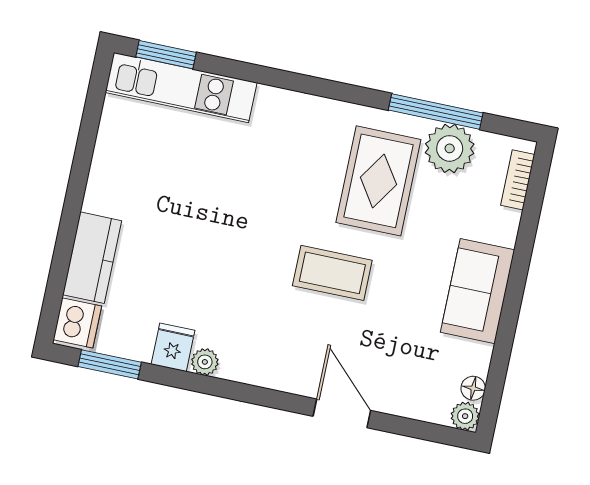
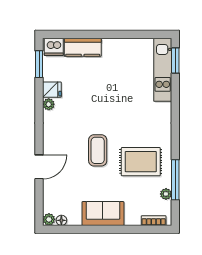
plant: (450, 148) -> (166, 194), width x0.53, depth x0.53

